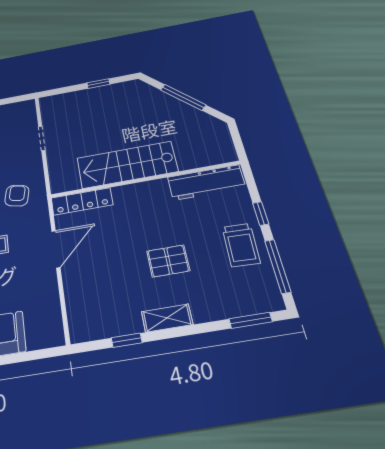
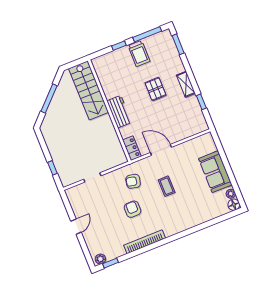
window: (98, 84) -> (52, 168), moved
stairs: (127, 165) -> (89, 90), moved
workbench: (206, 182) -> (119, 112), moved, width x0.73
locker: (82, 201) -> (132, 148), width x0.66
trolley: (241, 245) -> (139, 54), turned 88

